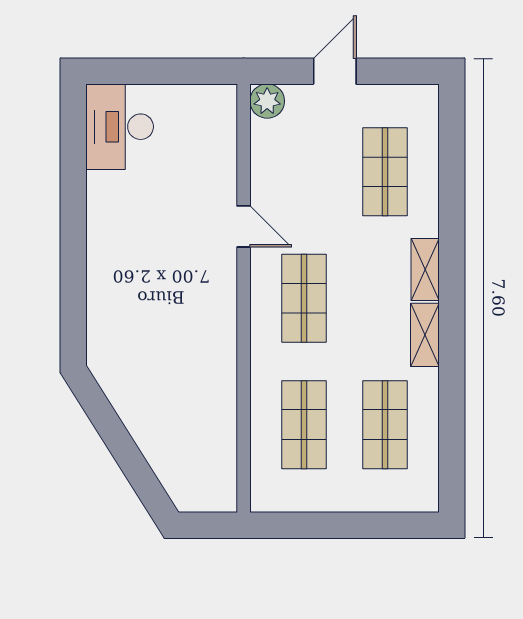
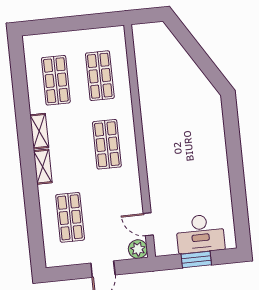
window: (163, 71) -> (196, 259), added
desk: (120, 127) -> (200, 234), moved, turned 90
door: (244, 226) -> (148, 224), moved

